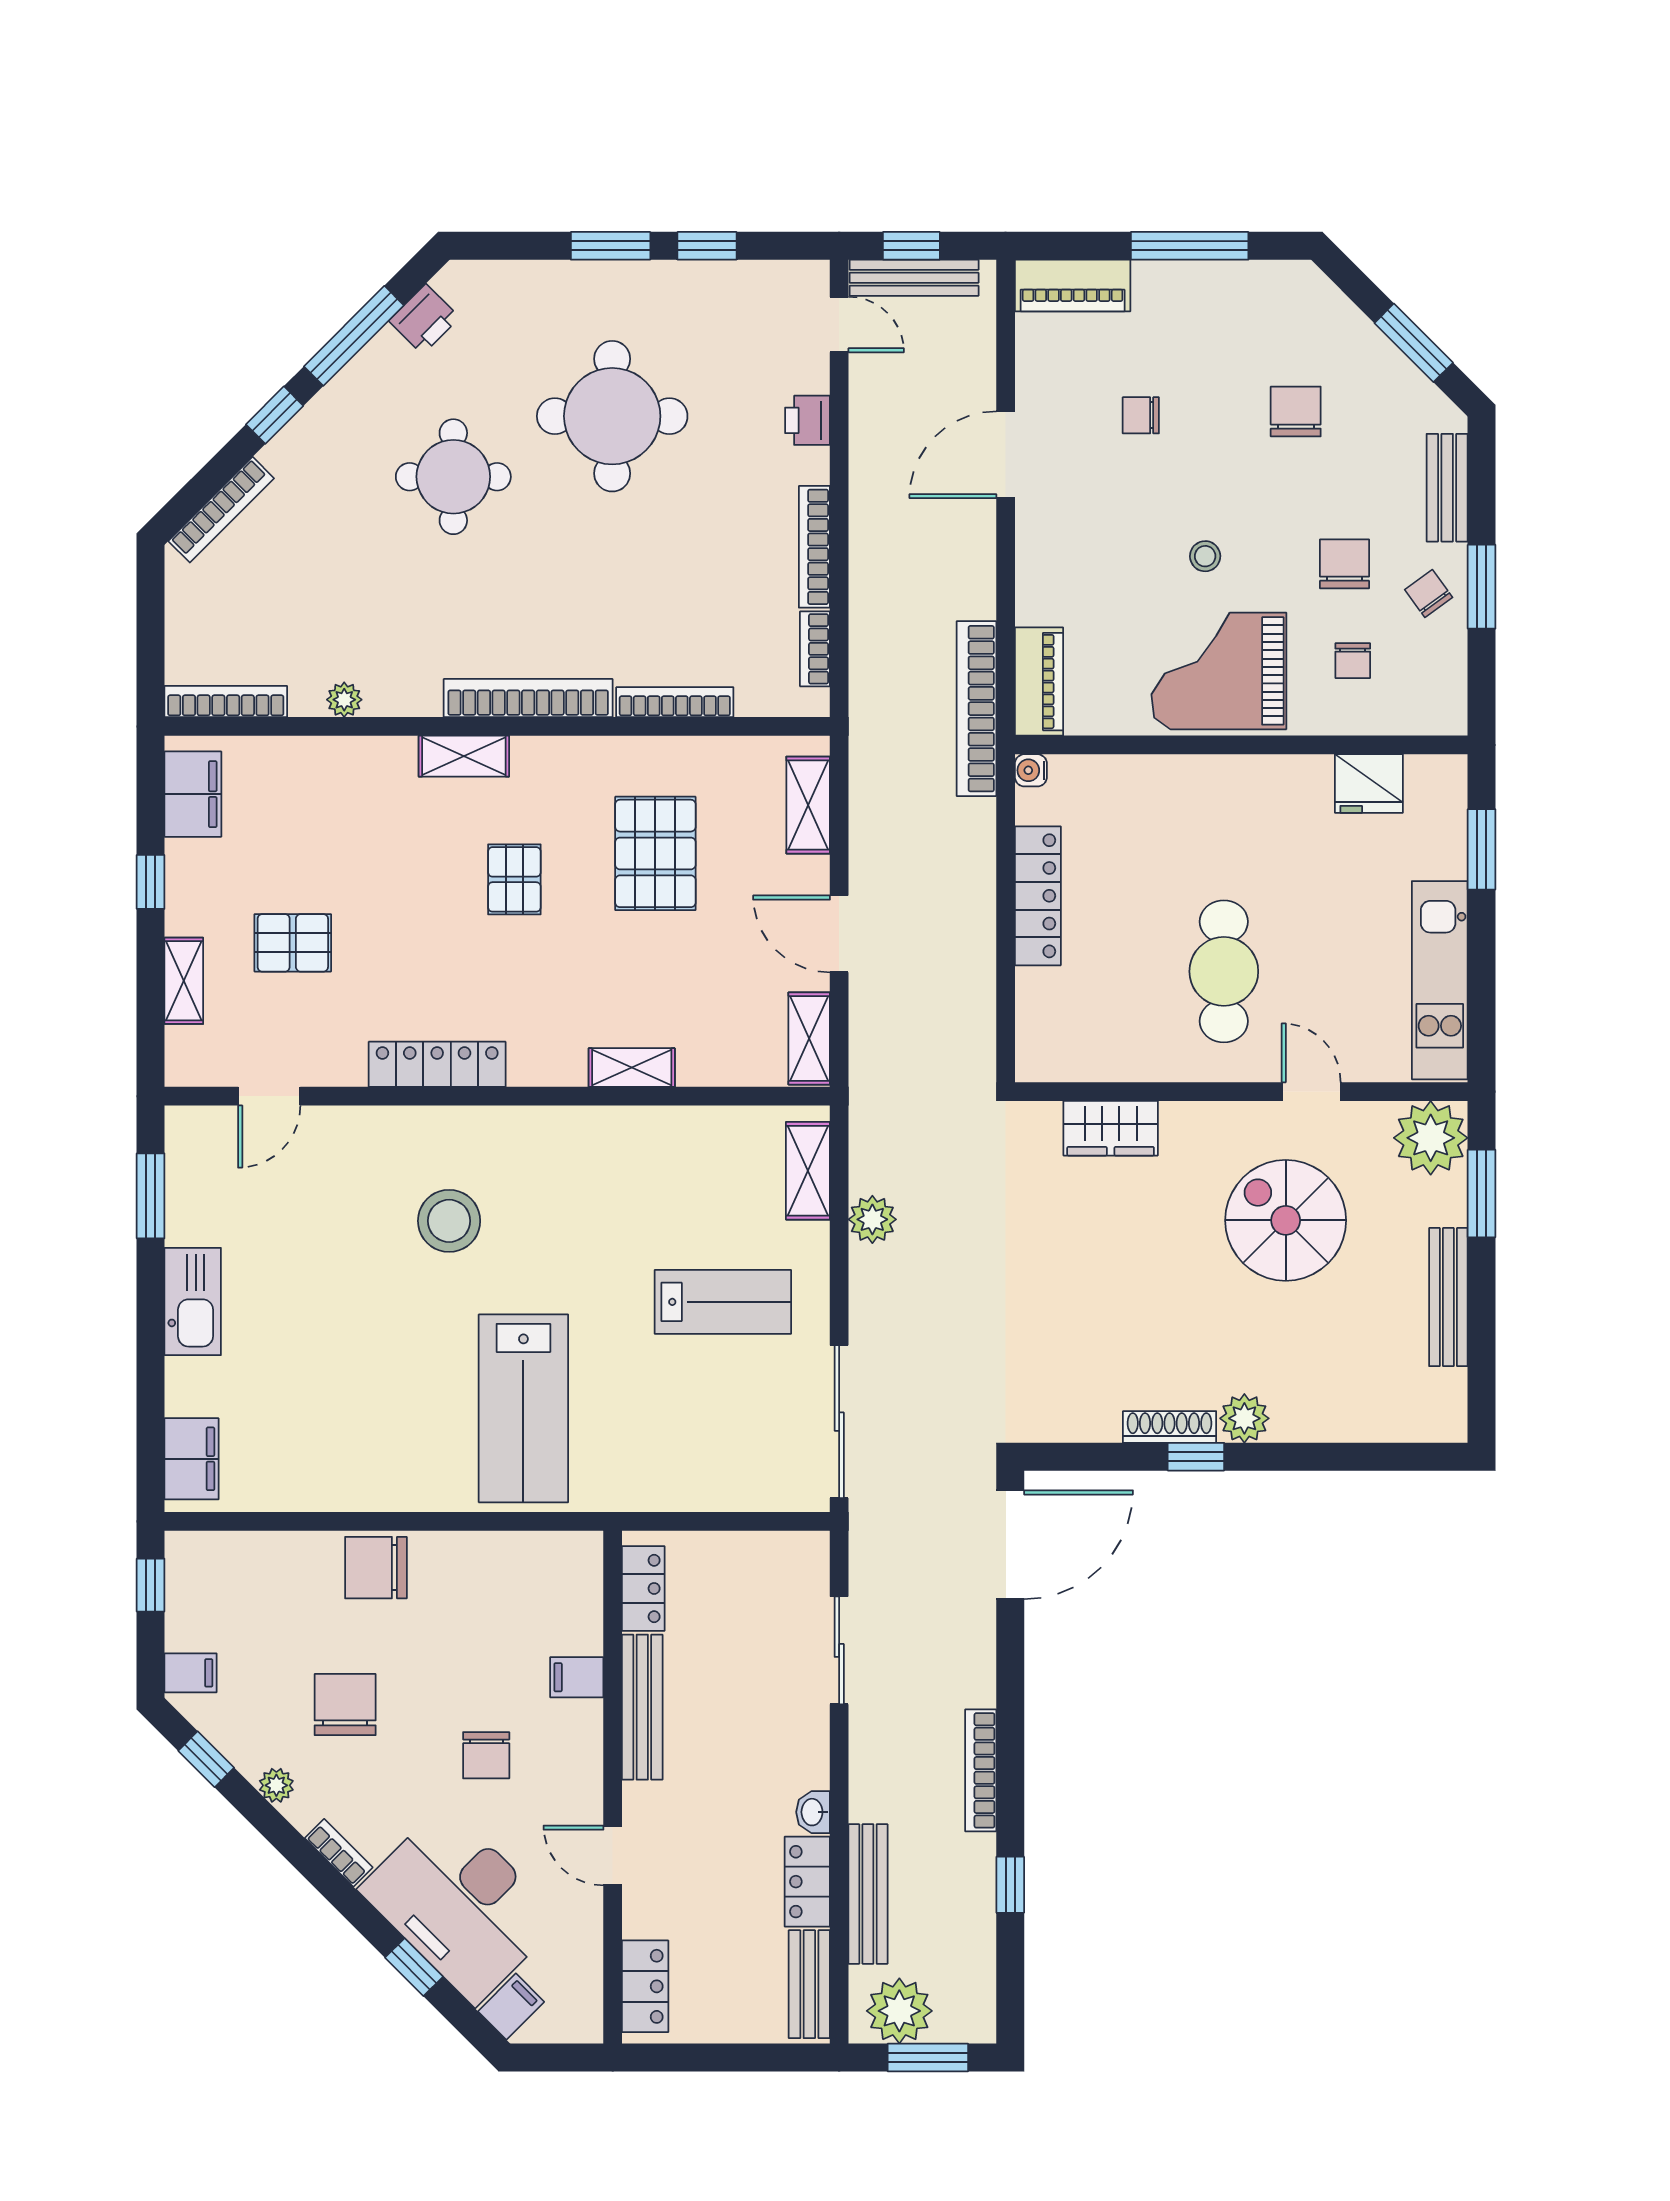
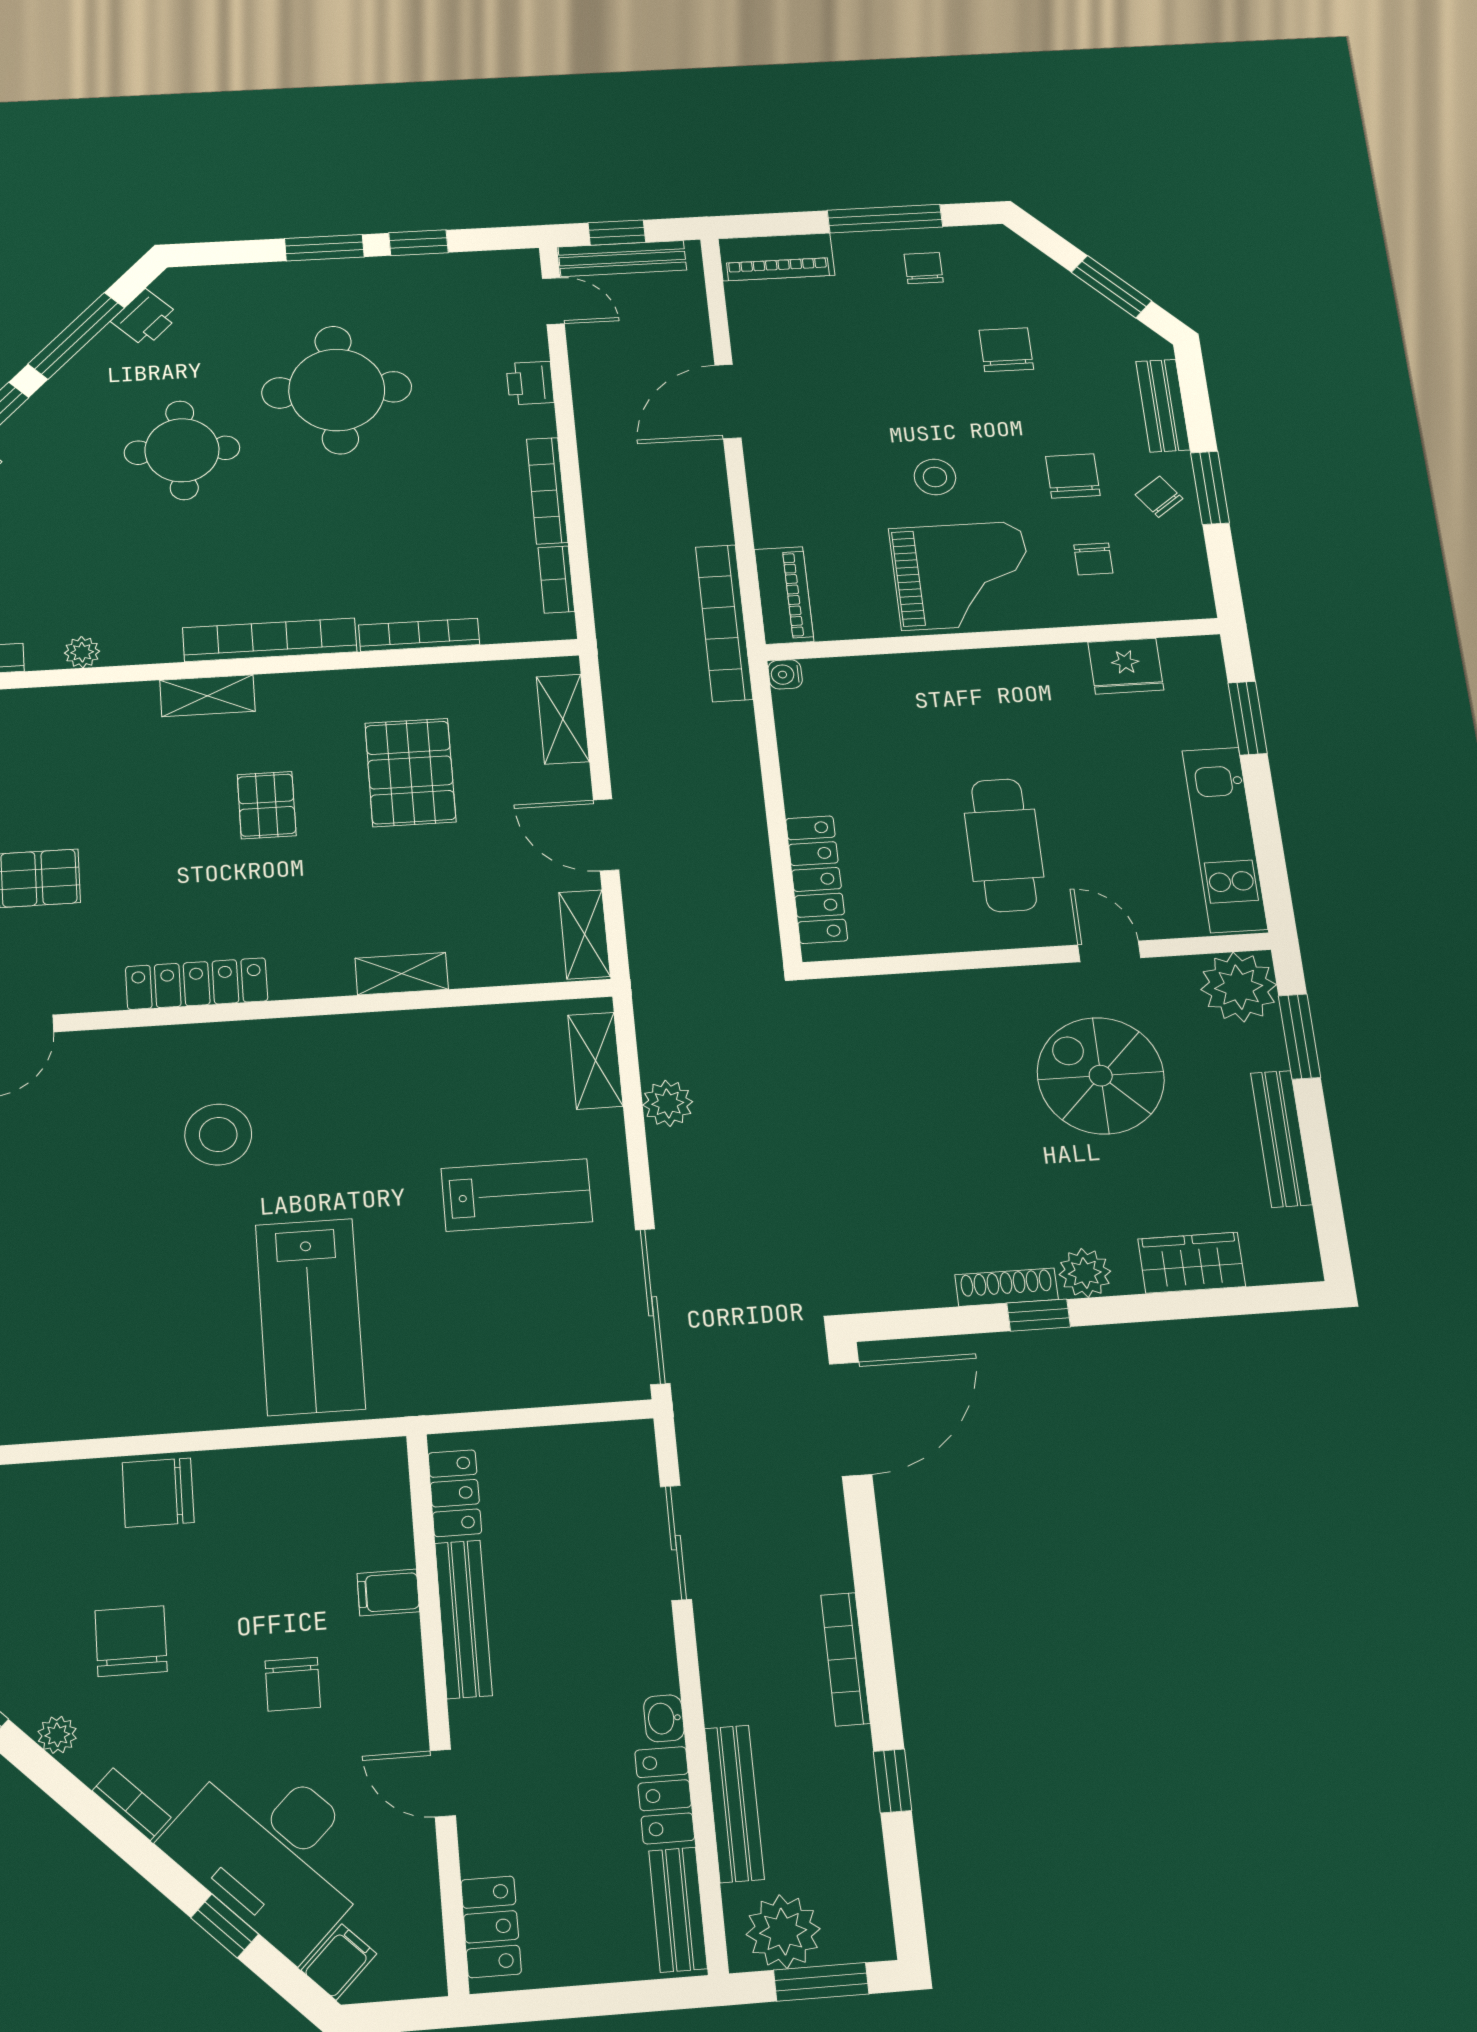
chair: (1141, 415) -> (924, 268), moved, turned 90
stool: (1205, 556) -> (935, 477), width x1.37, depth x1.37
grand piano: (1219, 671) -> (962, 576), turned 180
locker: (1038, 896) -> (817, 879), moved
wardrobe: (1111, 1128) -> (1192, 1263), moved, turned 180

